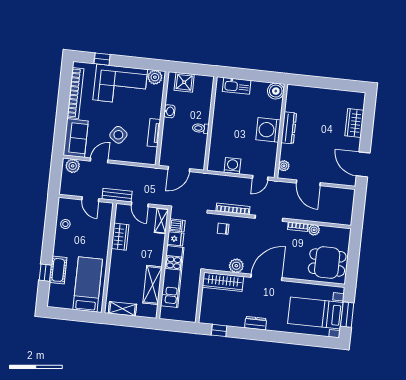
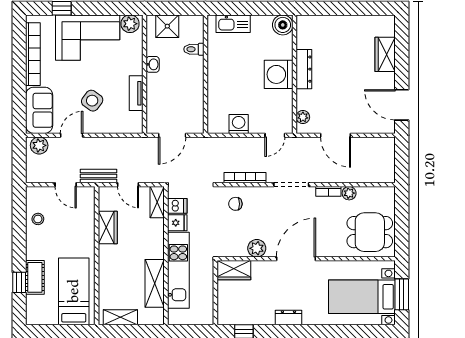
toilet: (201, 128) -> (194, 49), moved
wardrobe: (223, 282) -> (234, 270), width x0.67

